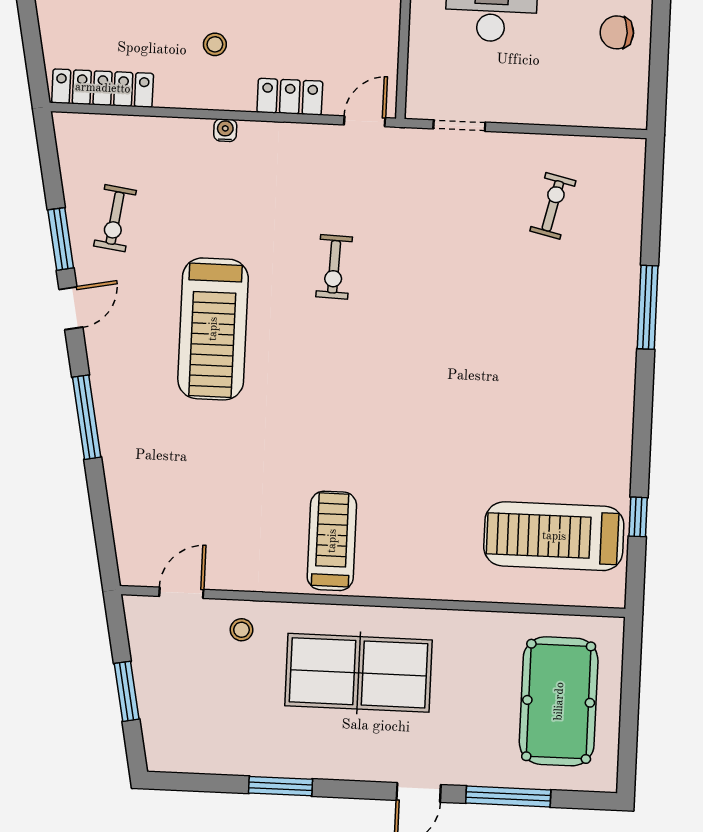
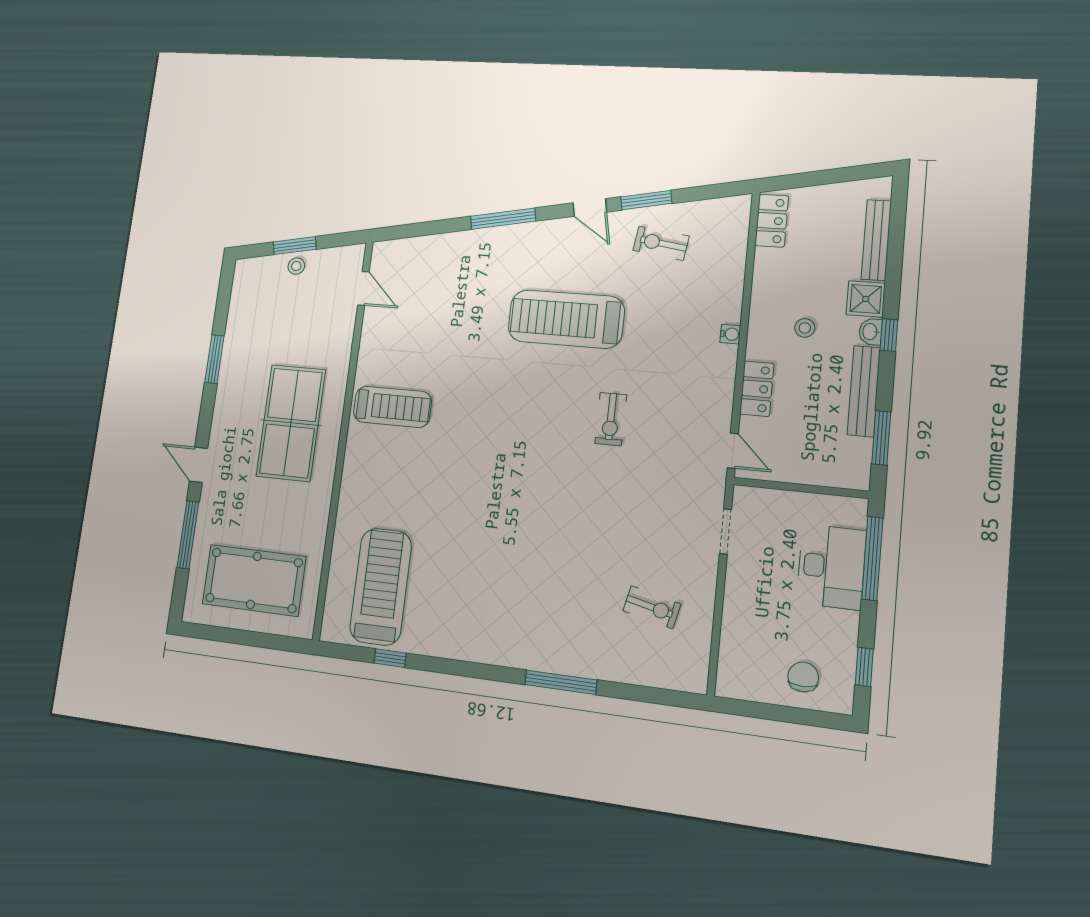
locker: (103, 88) -> (772, 221), width x0.66
exercise bike: (334, 267) -> (611, 419), turned -92
stool: (242, 630) -> (296, 266), moved

